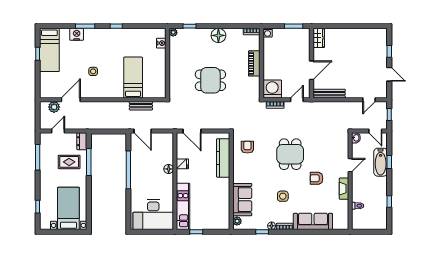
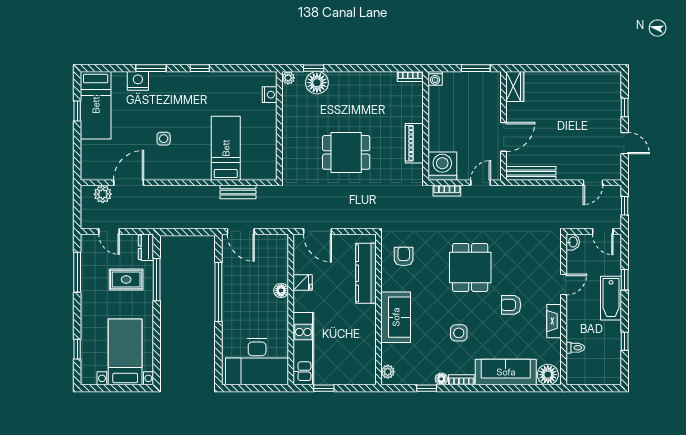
floor lamp: (218, 35) -> (317, 83), moved
piano: (254, 63) -> (414, 143), moved
door: (58, 131) -> (109, 231), swing flipped
bathtub: (381, 162) -> (611, 298), moved
sofa: (242, 200) -> (396, 317), moved
floor lamp: (340, 223) -> (548, 375), added

